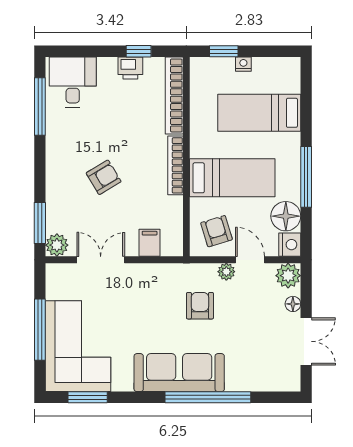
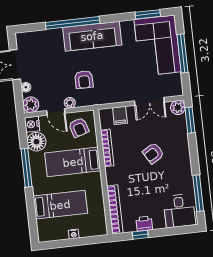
window: (224, 51) -> (87, 241), removed
bookcase: (175, 165) -> (107, 148), moved

